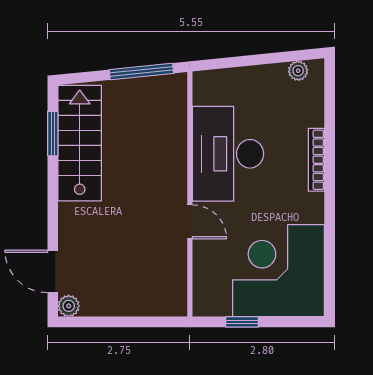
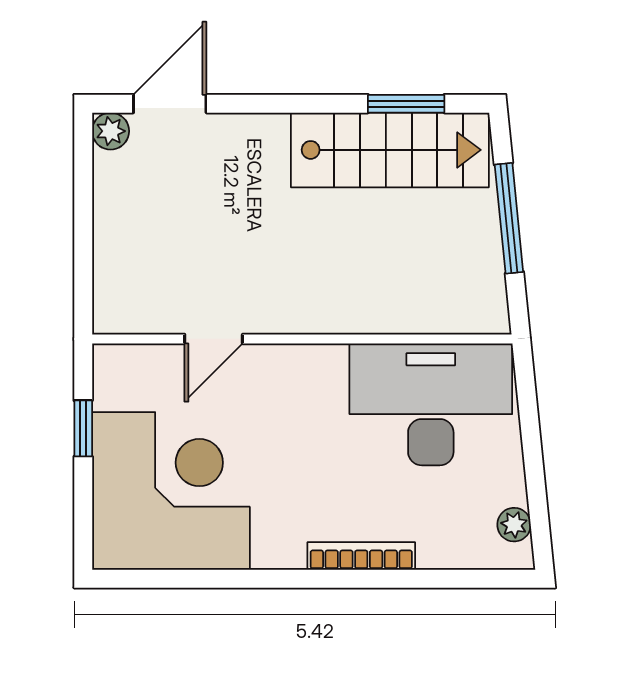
window: (141, 71) -> (509, 218), moved
desk: (228, 154) -> (431, 404), moved
door: (190, 222) -> (214, 339), moved

